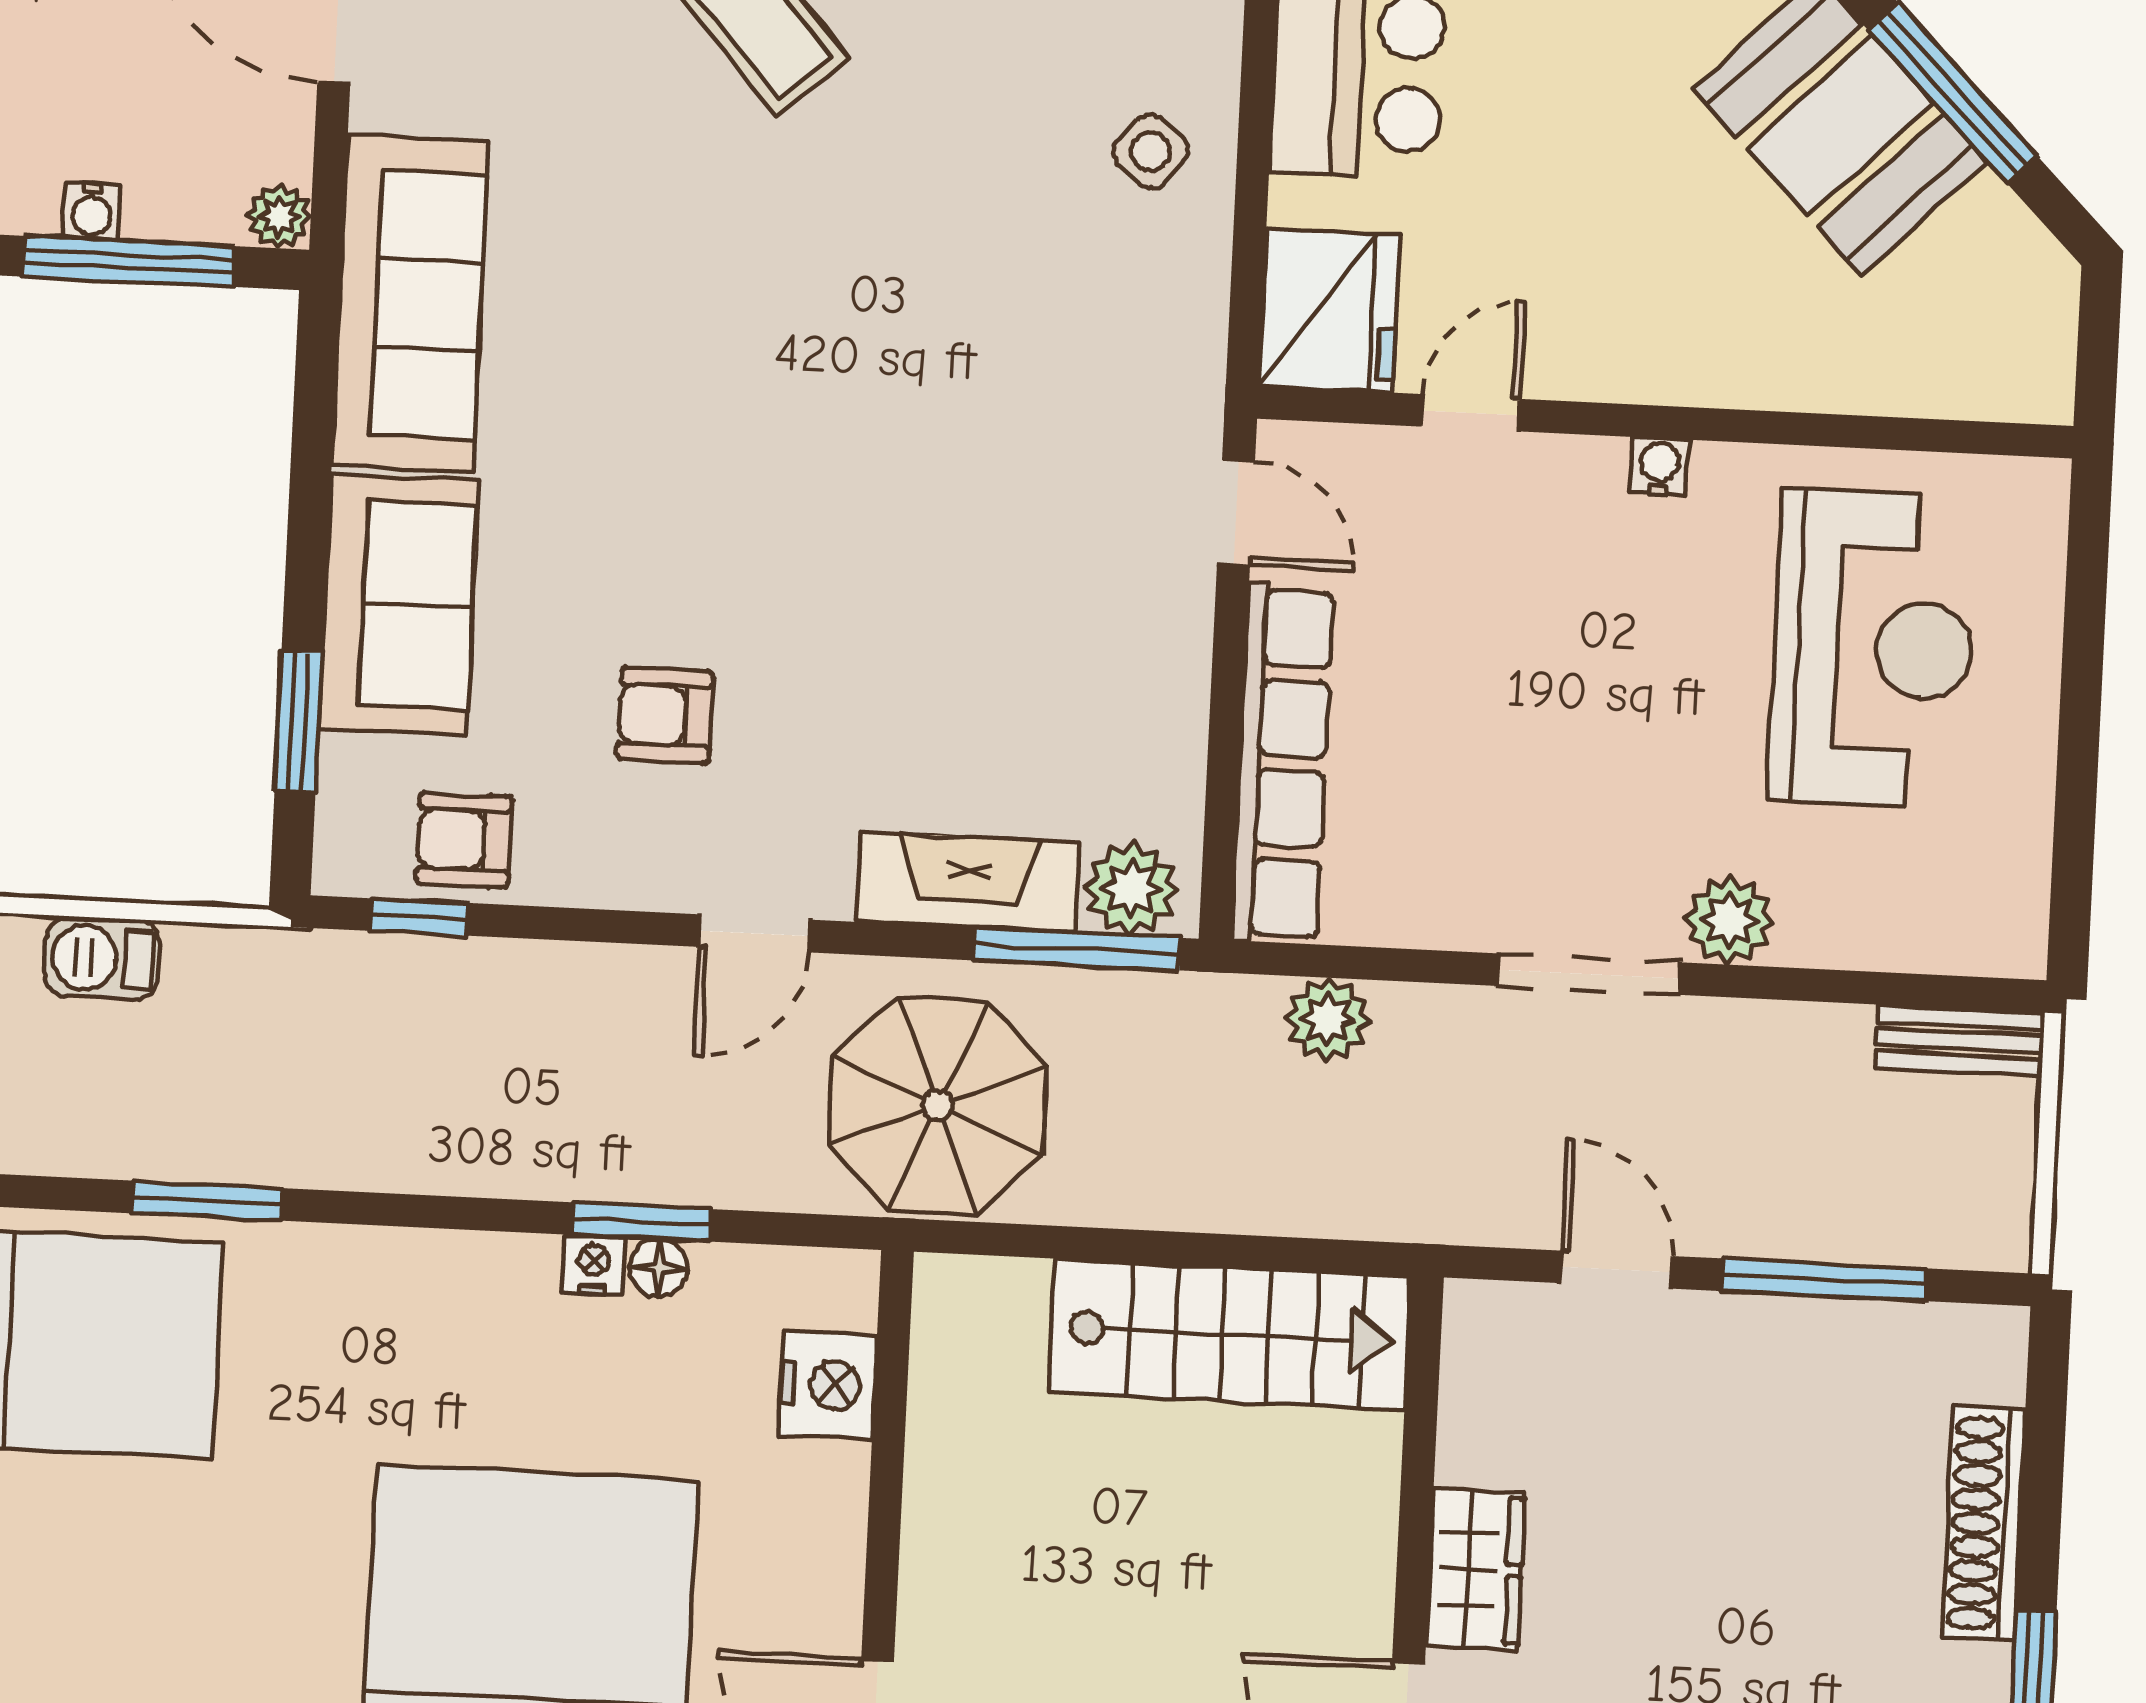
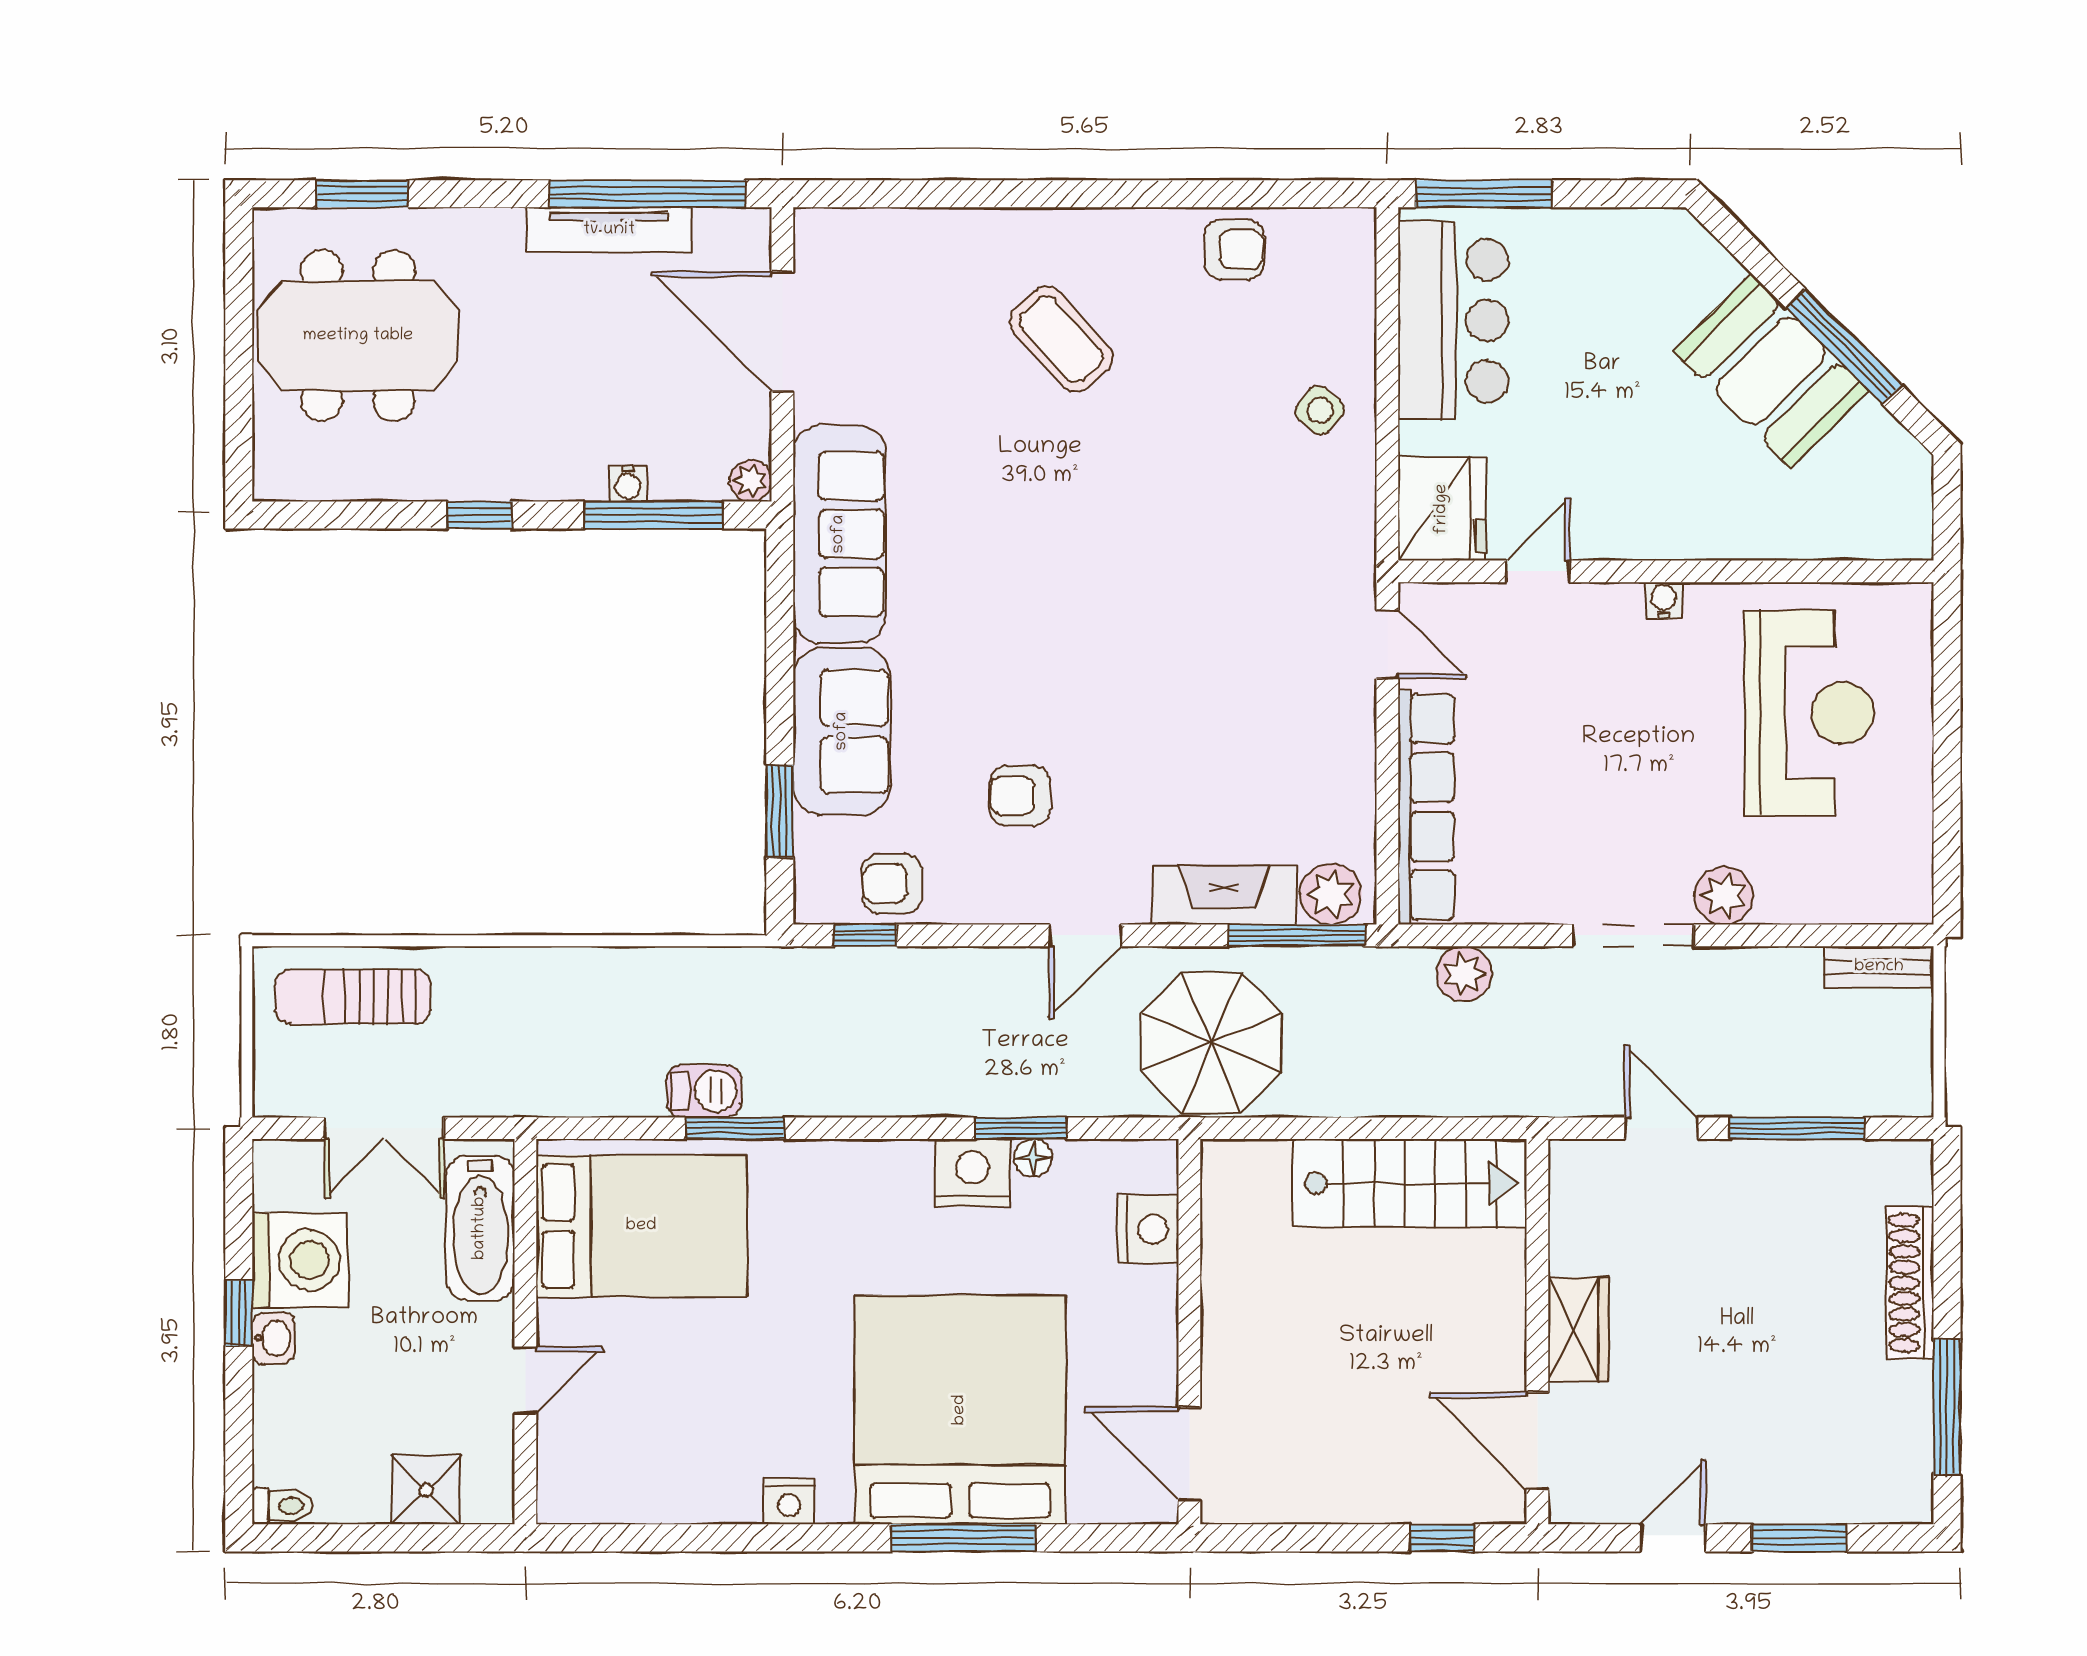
barbecue: (102, 958) -> (704, 1091), moved, turned 180
nightstand: (593, 1265) -> (972, 1173), width x1.89, depth x1.79

